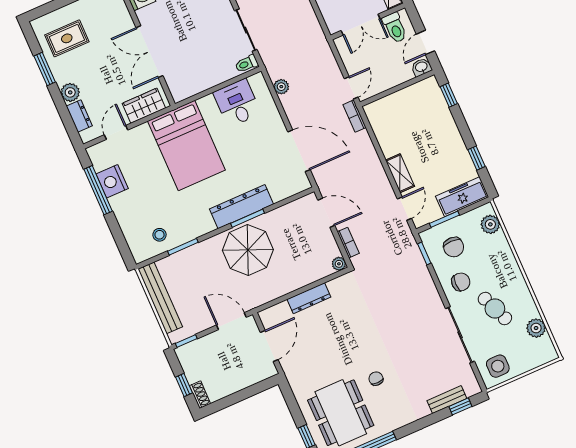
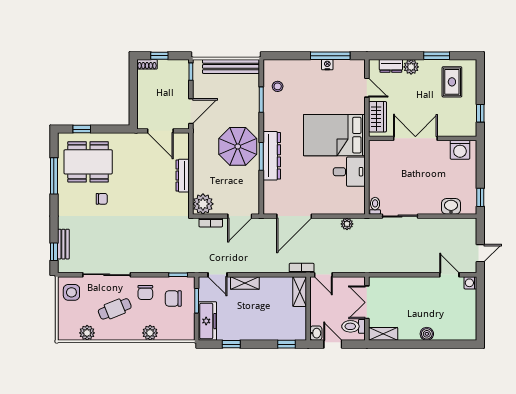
desk: (237, 103) -> (349, 172), moved
shelving: (382, 107) -> (300, 292), added
nightstand: (112, 181) -> (327, 65), width x0.53, depth x0.56
plant: (490, 224) -> (150, 333), moved
plant: (339, 264) -> (203, 204), width x1.88, depth x1.88

